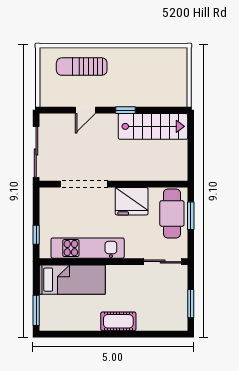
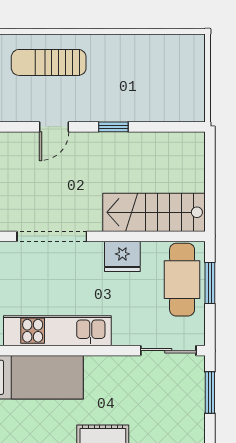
stairs: (153, 126) -> (154, 212), moved, turned 180
fridge: (132, 201) -> (122, 256), width x0.73, depth x0.75
window: (191, 304) -> (210, 393), moved

